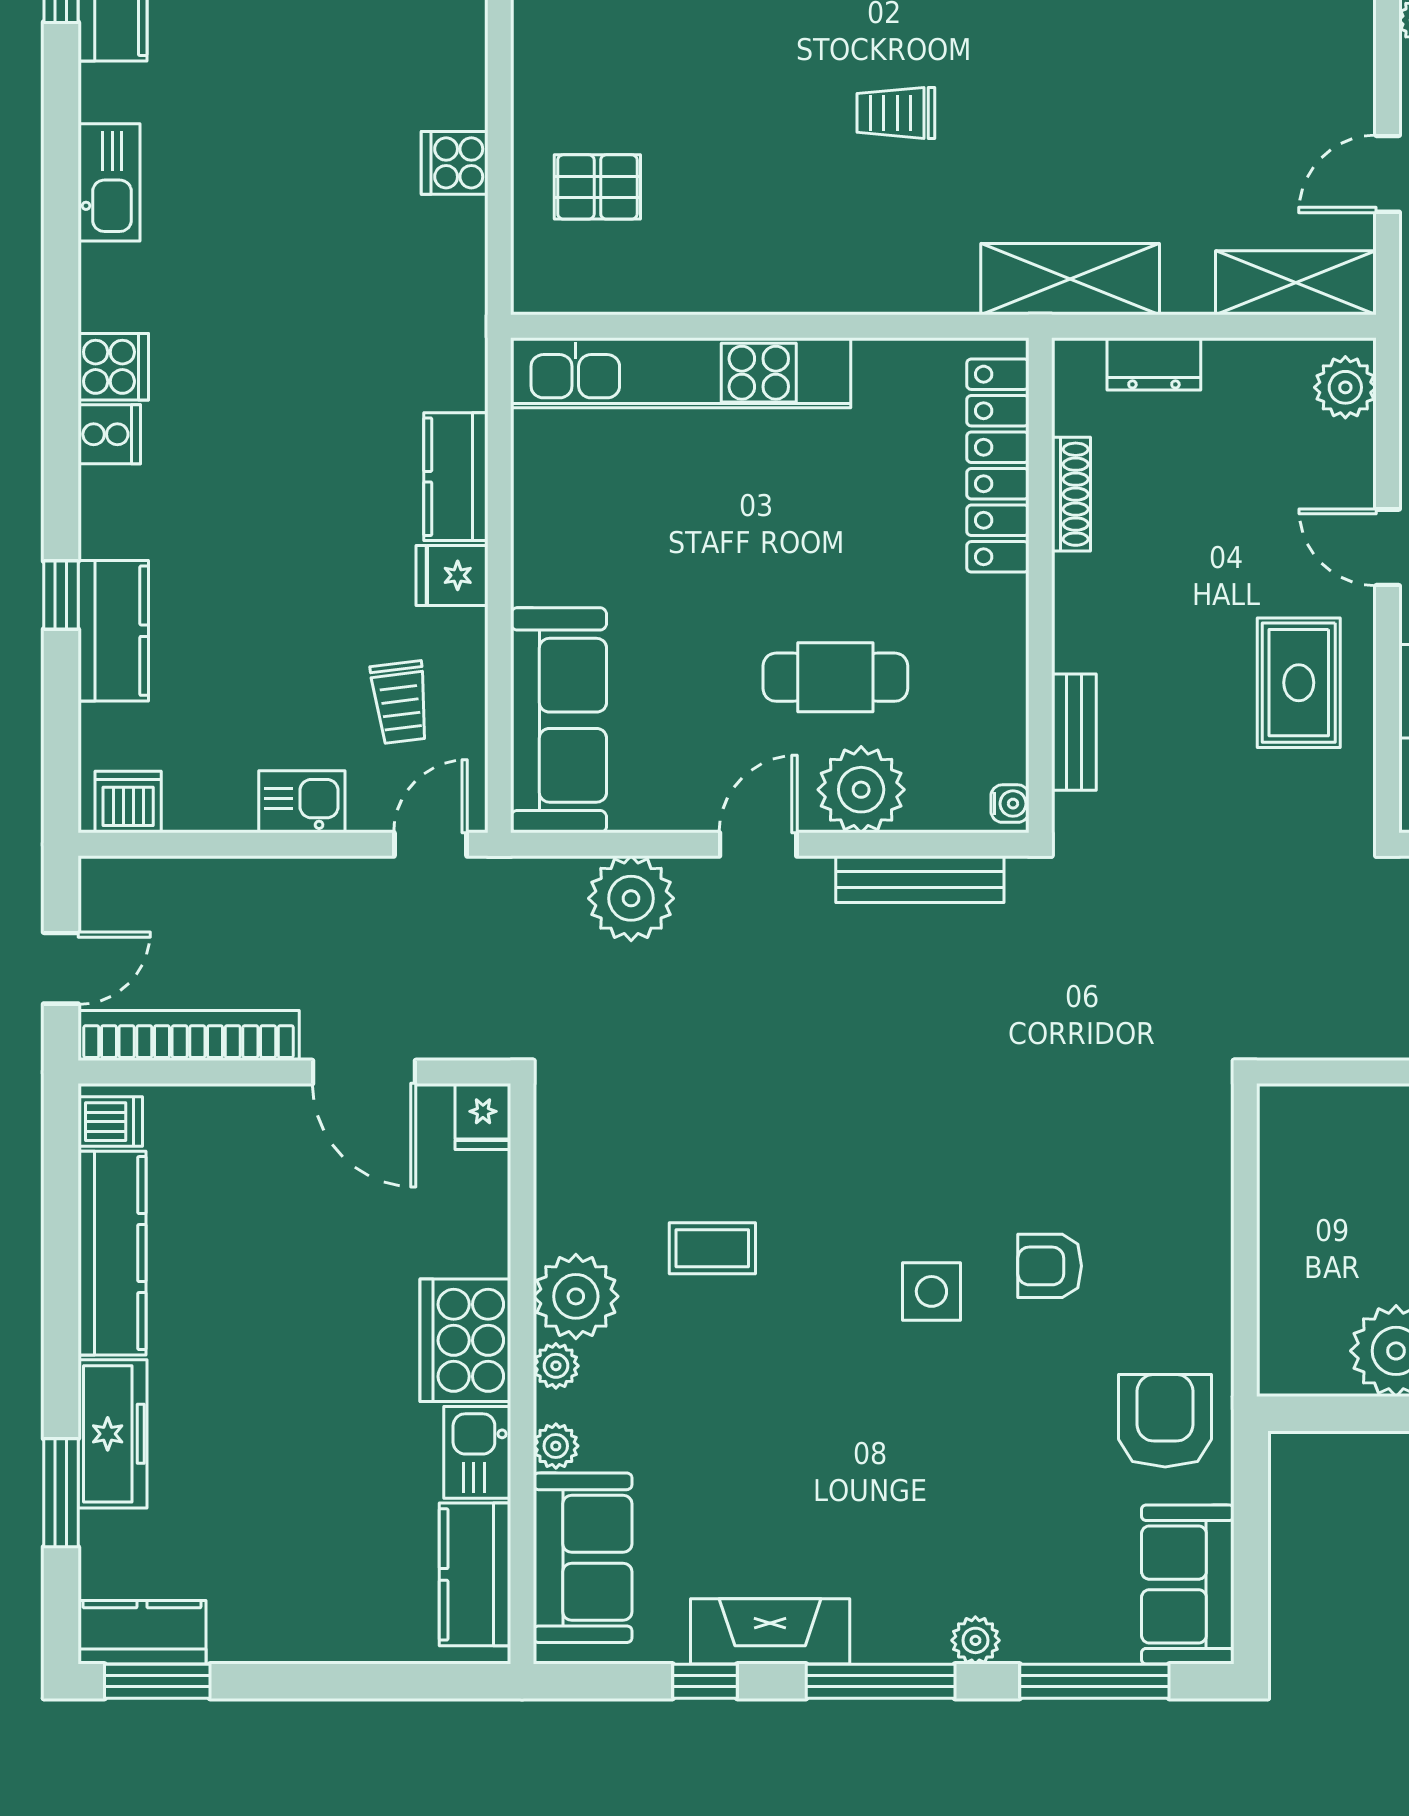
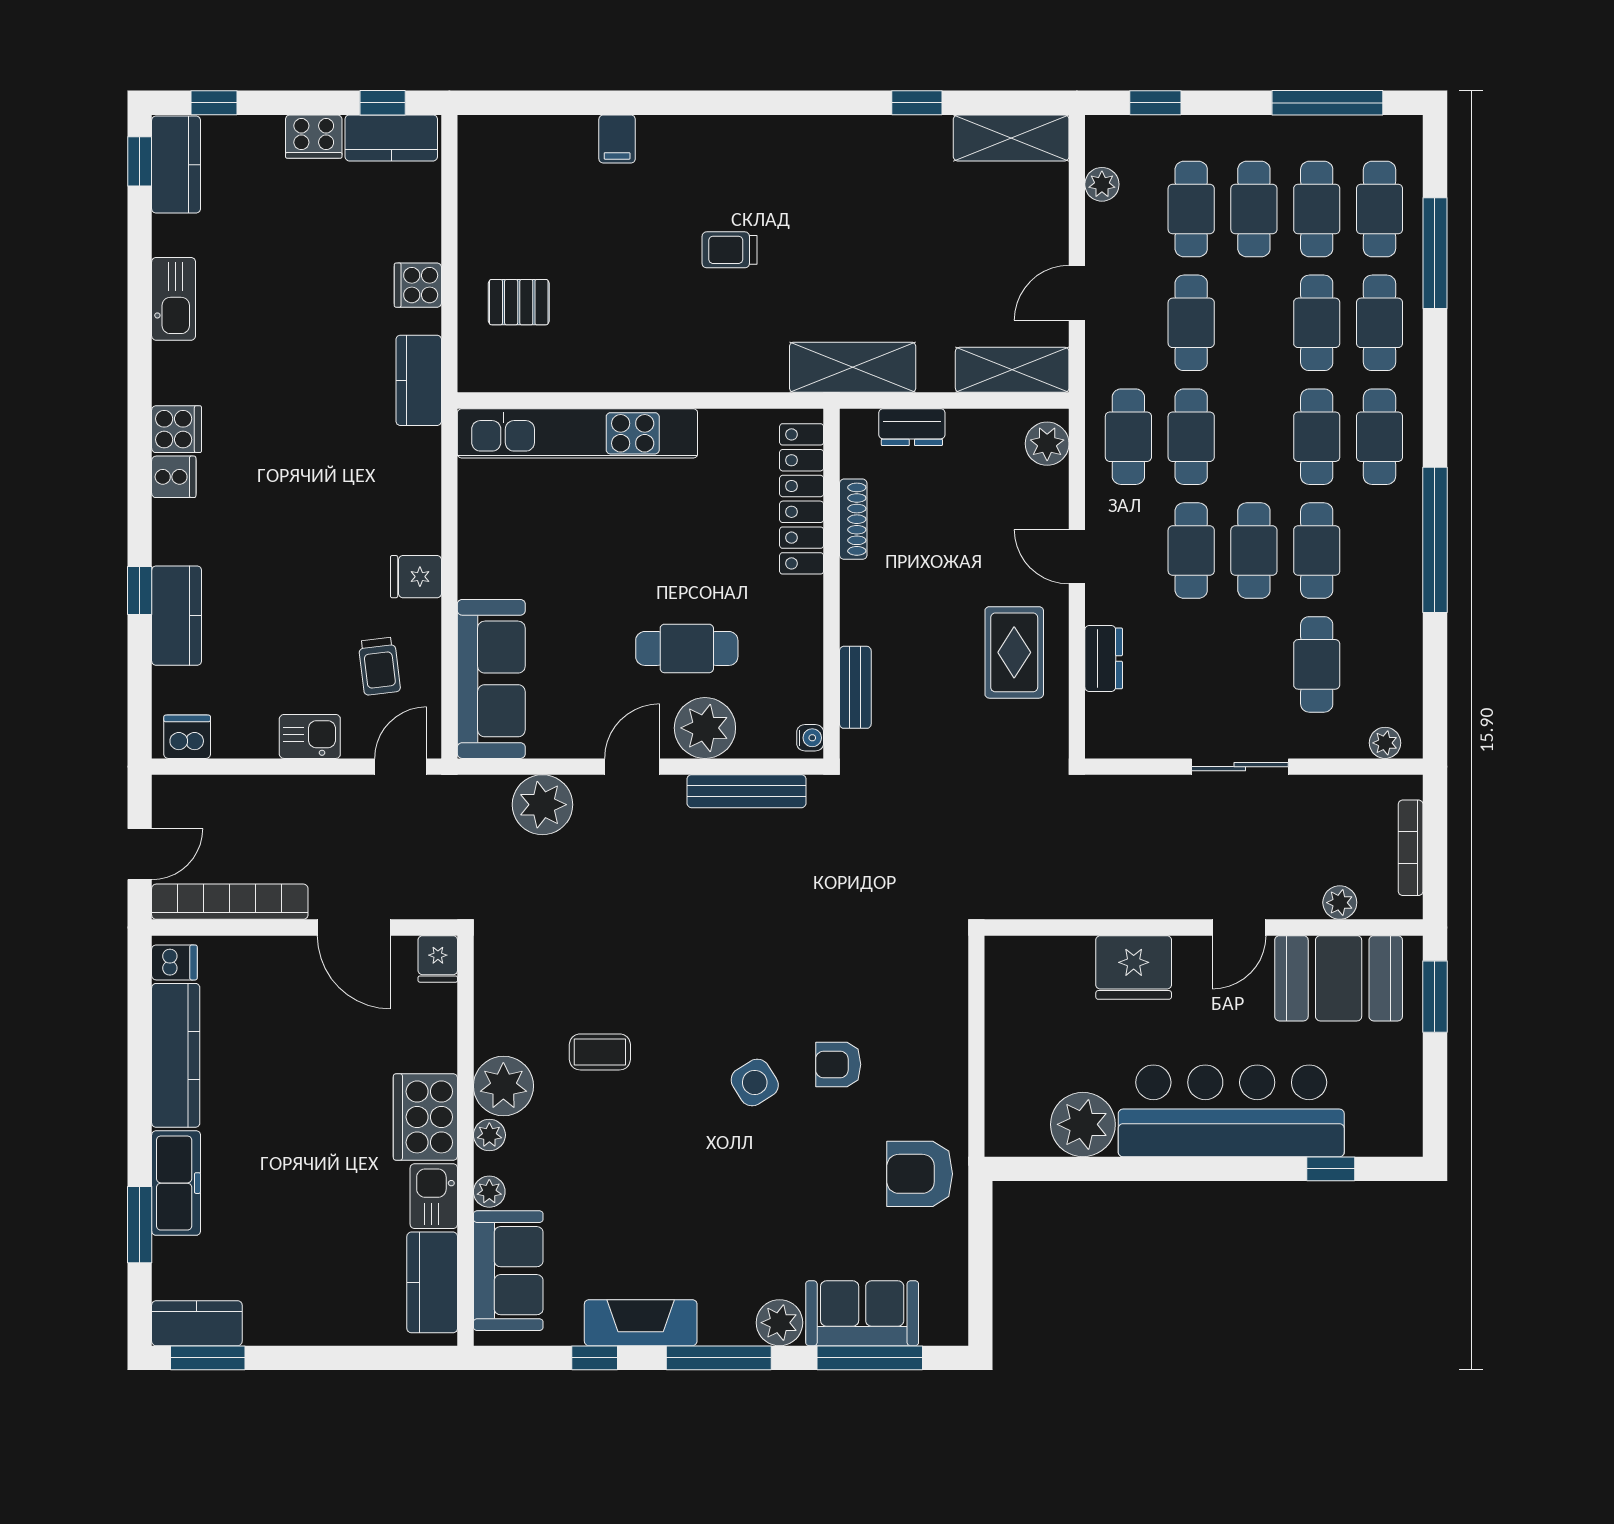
kitchen counter: (456, 477) -> (419, 380), moved
side table: (931, 1291) -> (755, 1082), turned -32
armchair: (1165, 1421) -> (920, 1174), turned -90
sofa: (1188, 1584) -> (862, 1313), moved, turned 90
plant: (975, 1640) -> (779, 1323), width x1.38, depth x1.38

